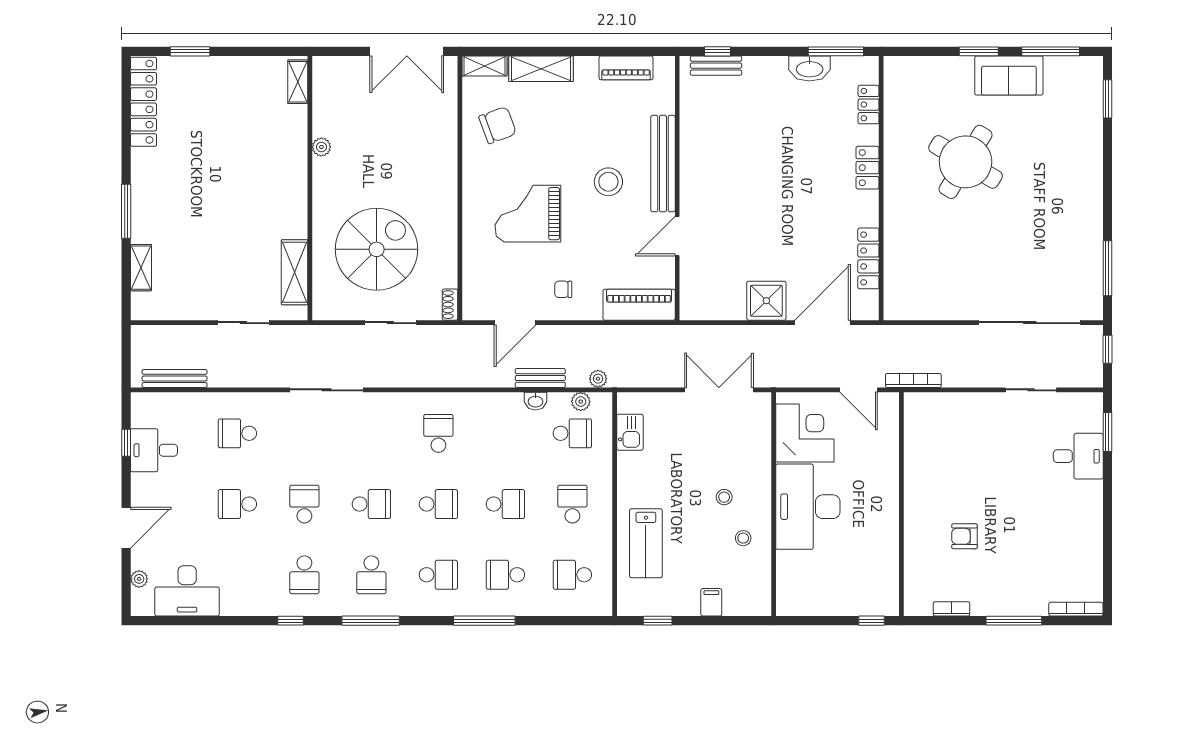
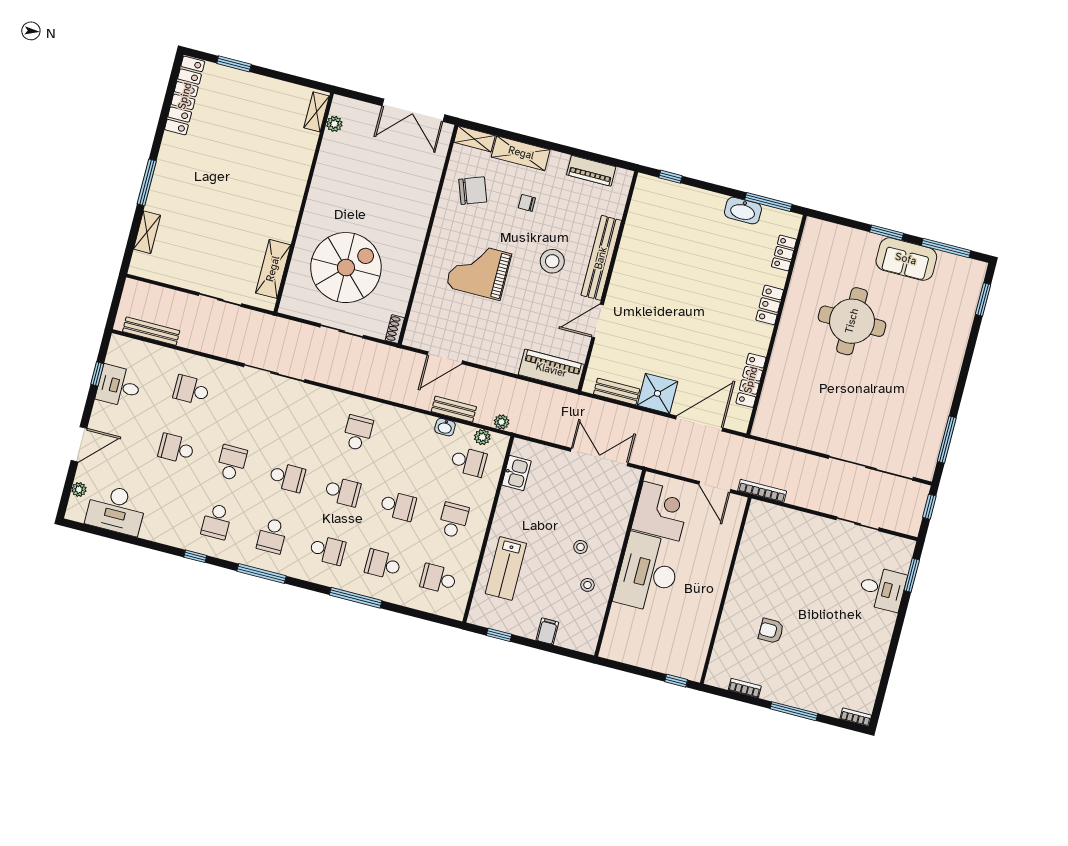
bench: (716, 66) -> (617, 392), moved
plant: (321, 147) -> (334, 124), moved
round table: (966, 162) -> (852, 321), turned -31
chair: (563, 289) -> (527, 203), moved
bookcase: (1076, 609) -> (856, 717), width x0.64

